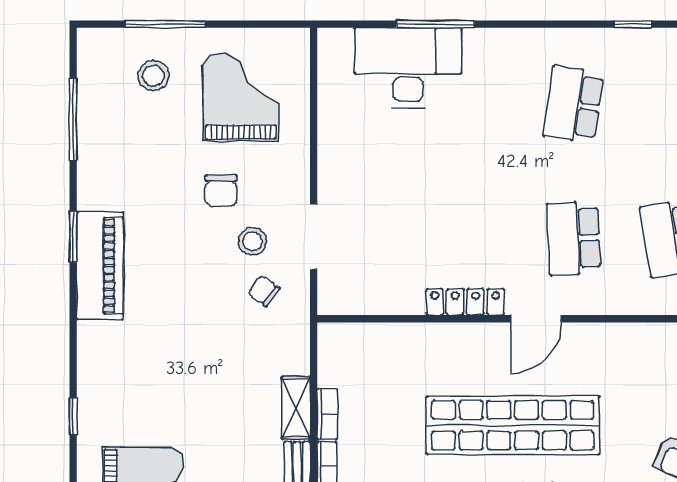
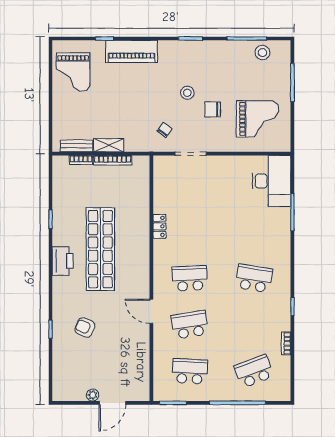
desk: (408, 68) -> (272, 181), moved
stool: (153, 76) -> (262, 53), moved
stool: (253, 241) -> (187, 93), moved
piano: (100, 266) -> (132, 51), moved
locker: (465, 302) -> (159, 226), width x0.66
door: (536, 319) -> (151, 311), moved
bookcase: (327, 414) -> (113, 160), width x1.56

